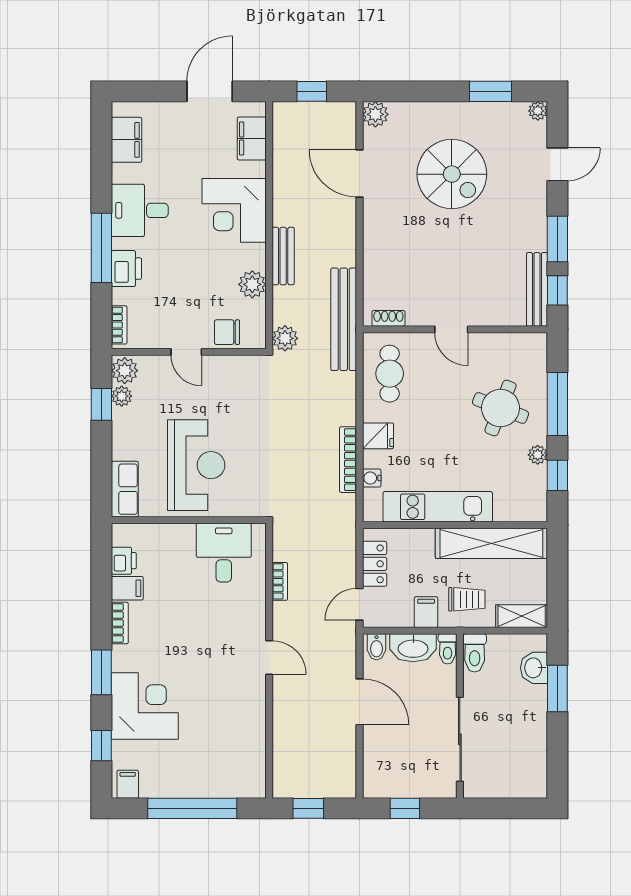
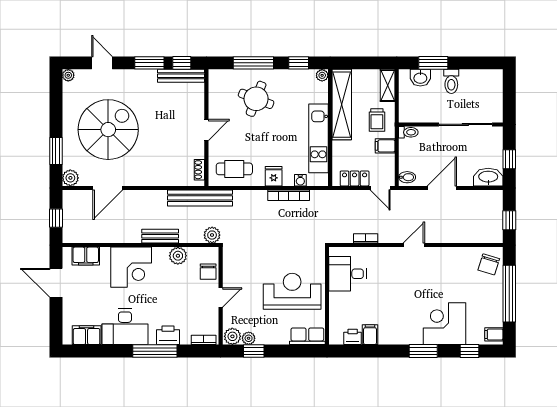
window: (490, 91) -> (56, 151), moved
spiral stairs: (452, 174) -> (108, 130), width x1.37, depth x1.37
desk: (140, 210) -> (125, 327), width x1.37
plant: (538, 455) -> (322, 75), moved
trolley: (467, 599) -> (377, 120), turned 180
bookcase: (120, 623) -> (392, 339), removed
washbasin: (413, 648) -> (488, 177), moved, turned -90
toilet: (475, 653) -> (451, 81), moved, turned 90
chair: (239, 776) -> (489, 264), added

